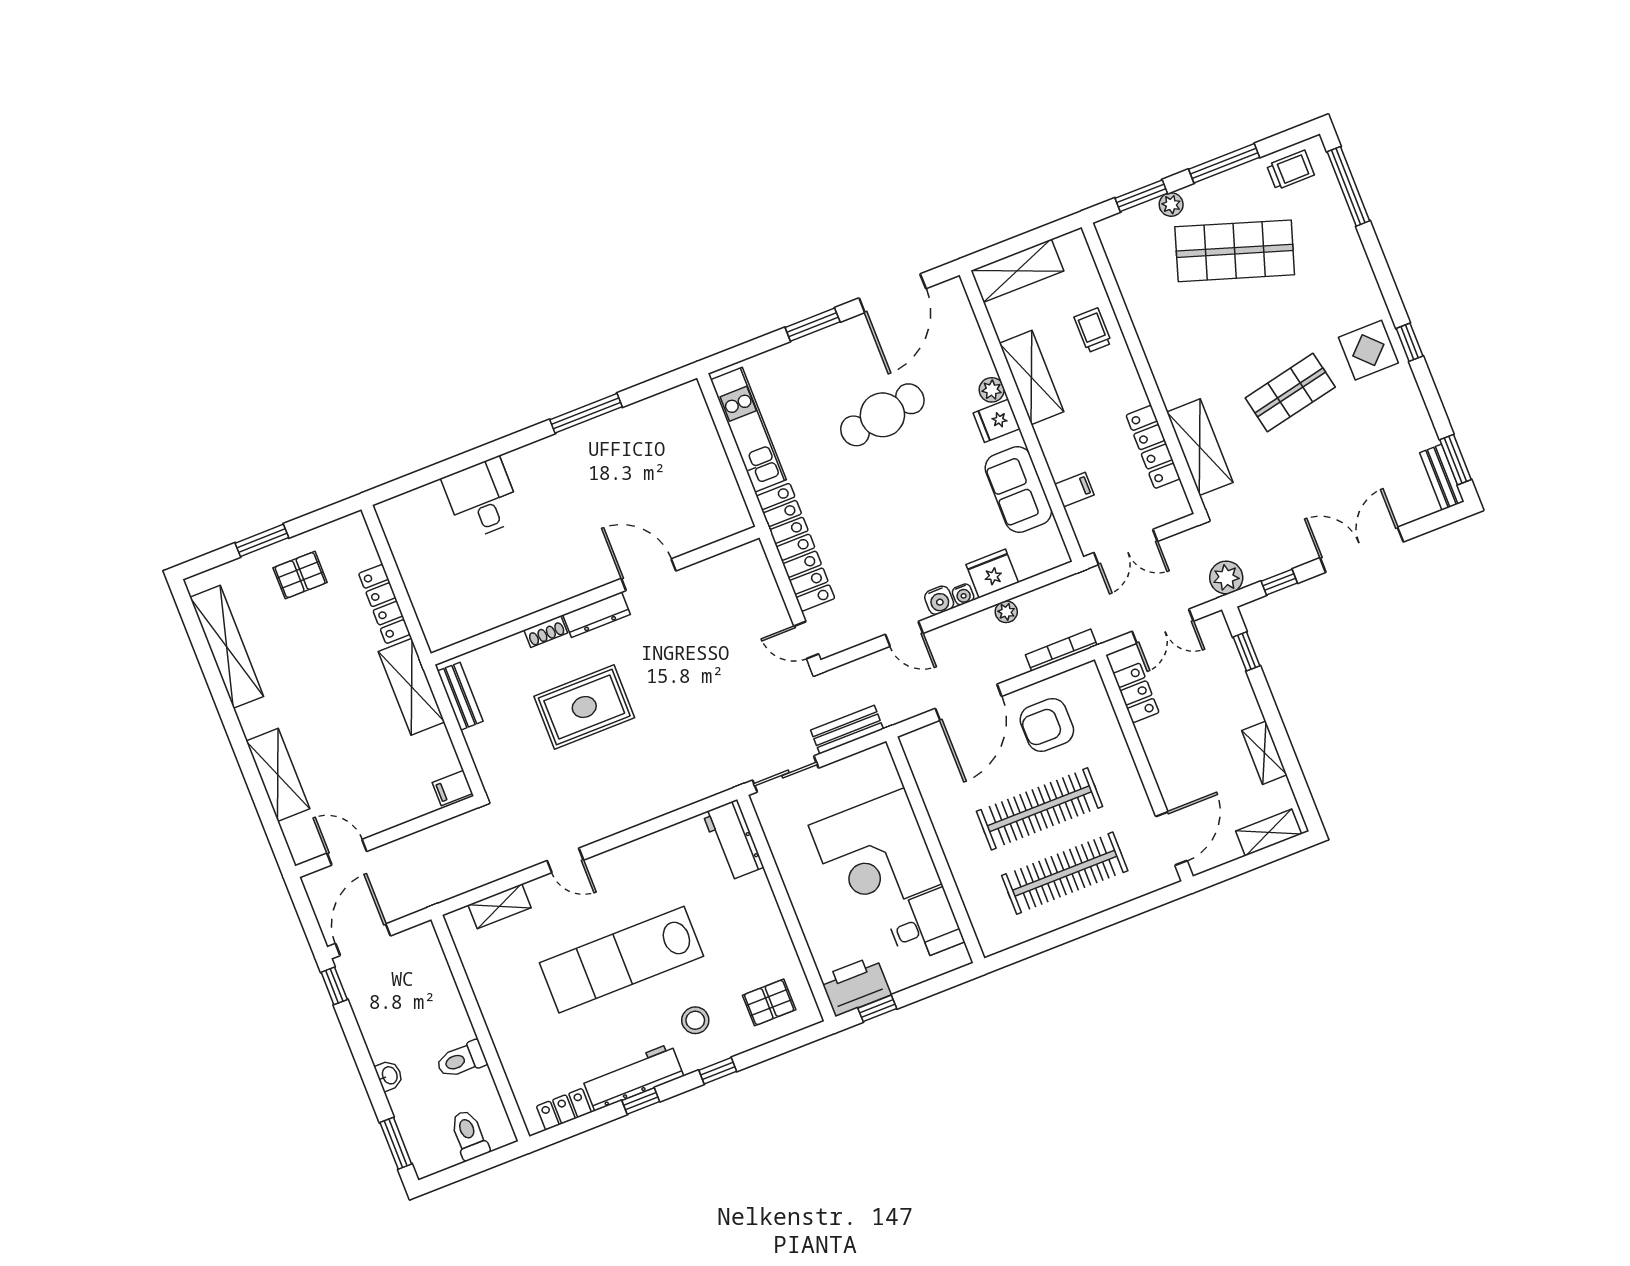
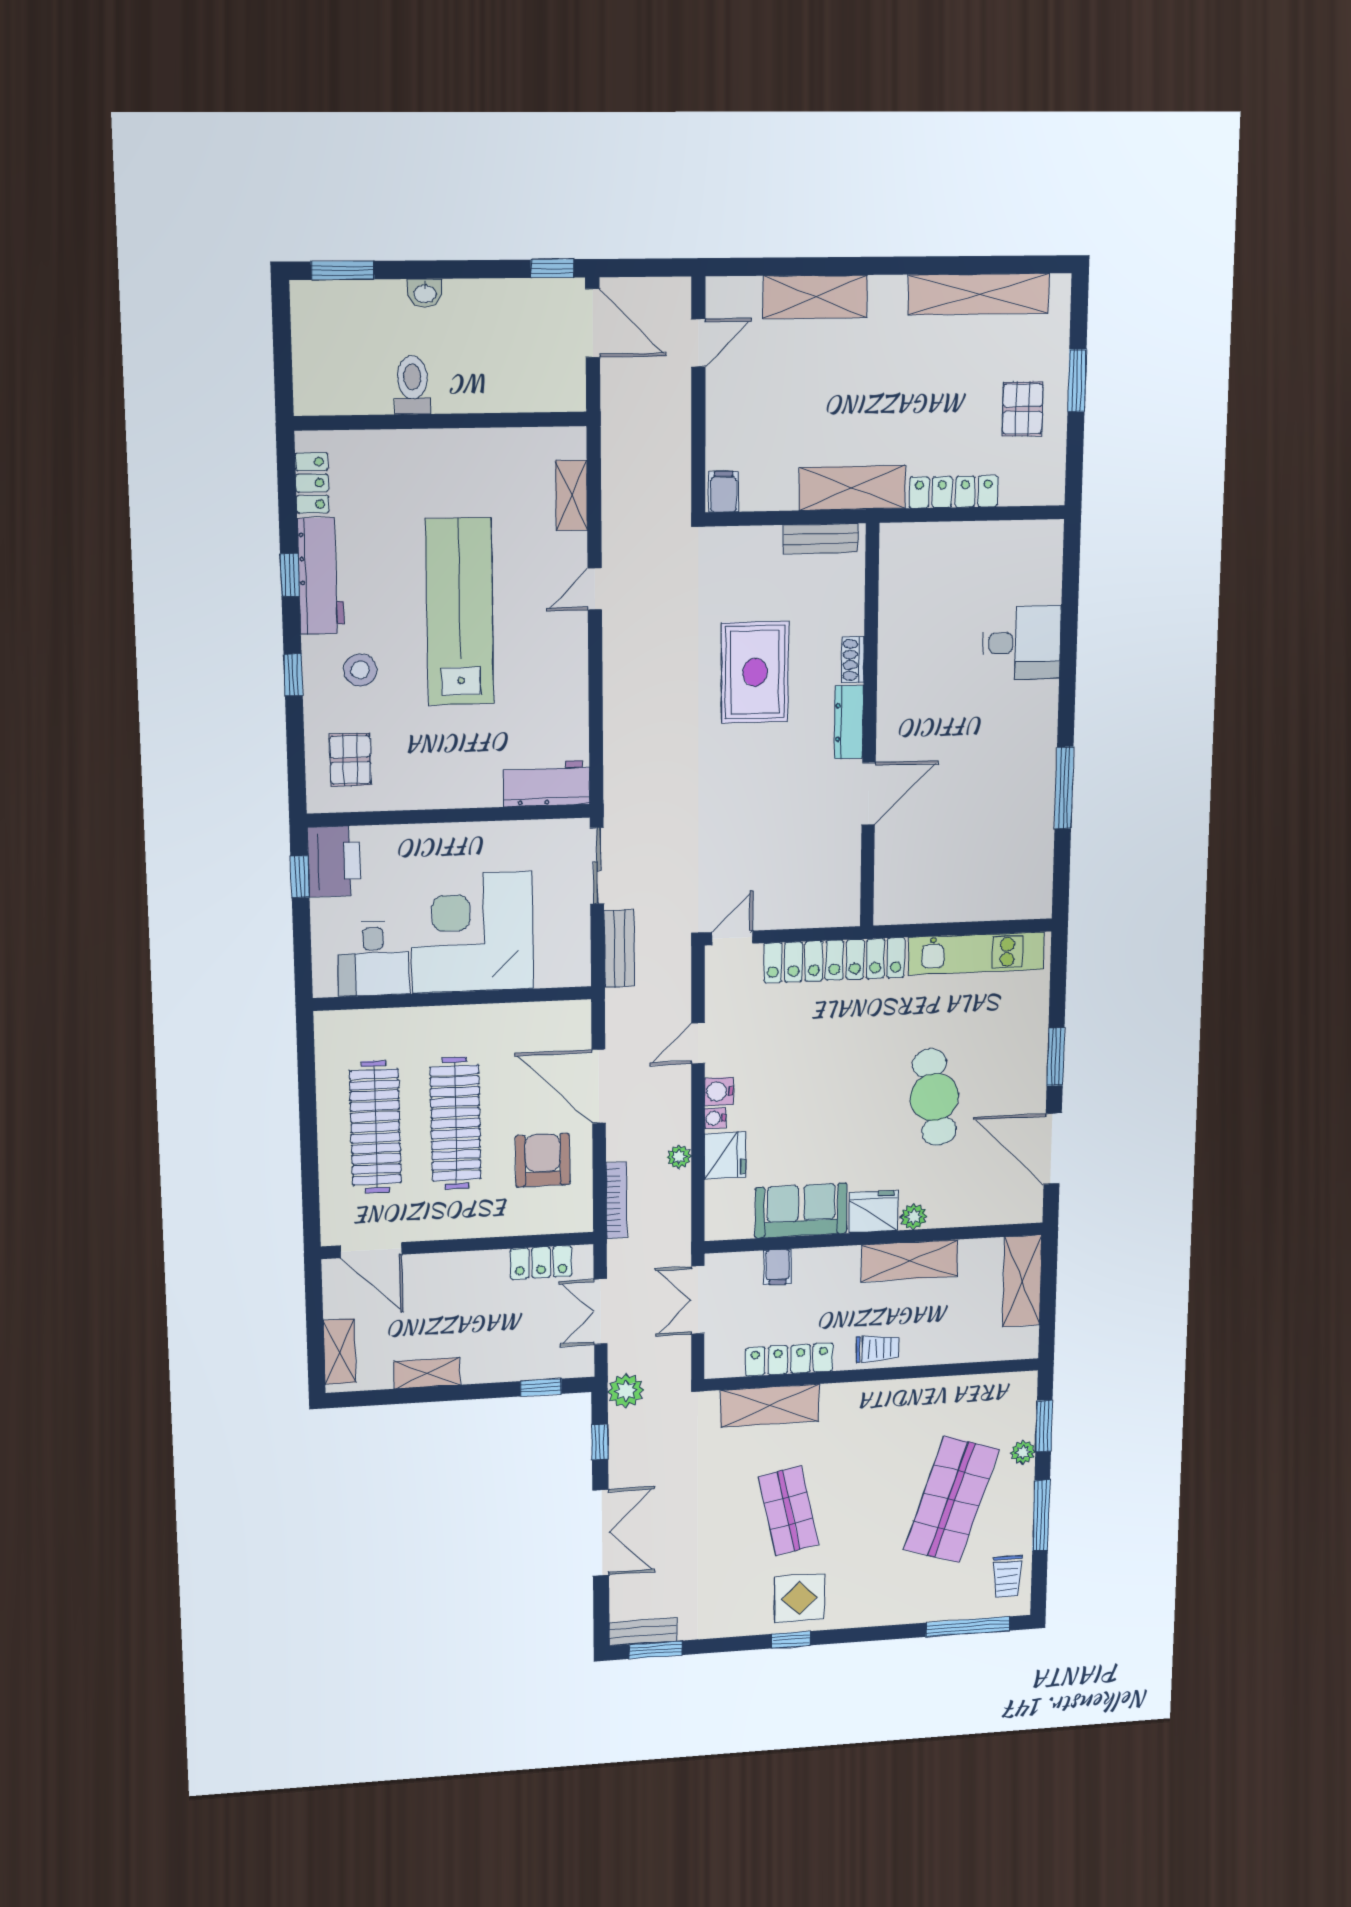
trolley: (1093, 330) -> (877, 1348), moved
fridge: (997, 421) -> (873, 1212), width x1.38
toilet: (469, 1135) -> (321, 361), removed

